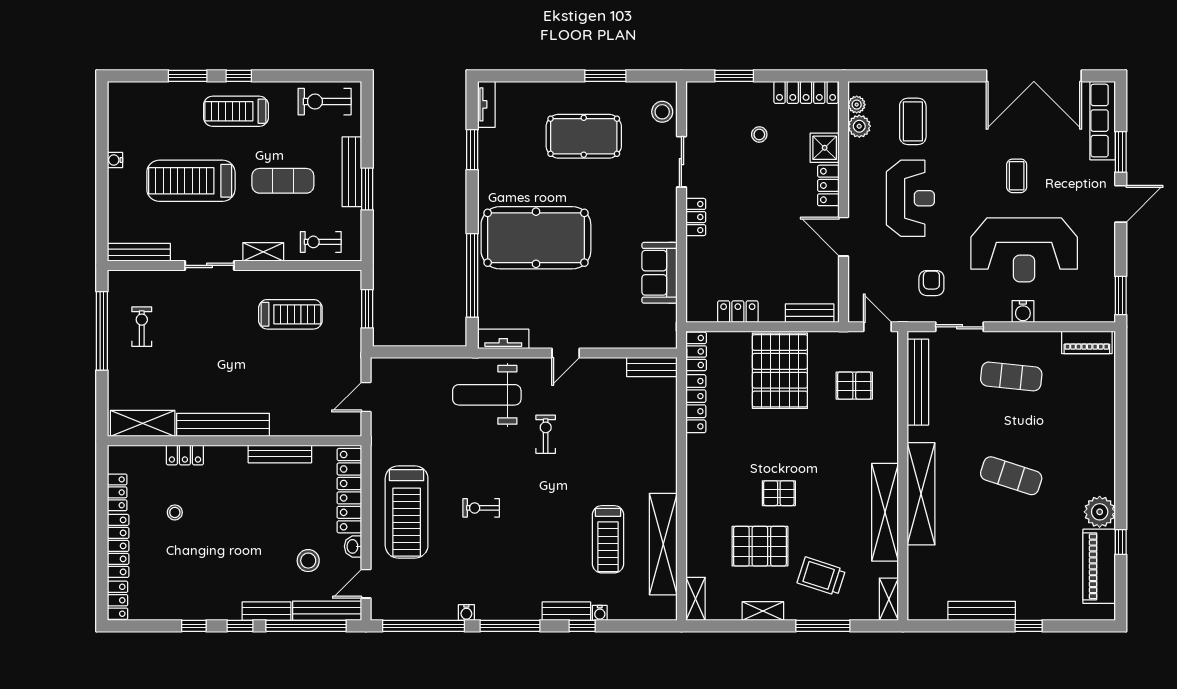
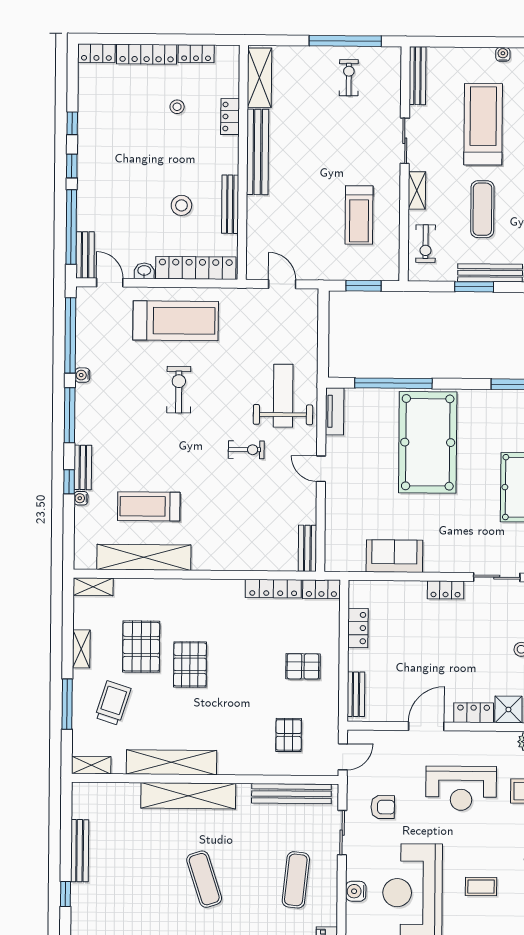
exercise bike: (321, 242) -> (426, 244), turned 180
exercise bike: (142, 327) -> (349, 78), turned -90
pallet: (780, 371) -> (303, 666), width x0.49, depth x0.50
exercise mat: (1011, 476) -> (204, 879), turned -36
pallet: (779, 493) -> (190, 664), width x1.50, depth x1.42
exercise bike: (481, 508) -> (179, 390), width x1.38, depth x1.39
treadmill: (407, 512) -> (176, 321), turned 180
stool: (308, 561) -> (181, 205), moved
bench: (266, 611) -> (85, 191), removed
bench: (327, 611) -> (85, 255), width x0.73

